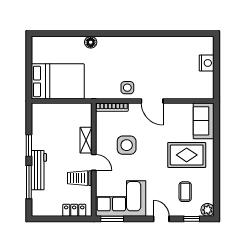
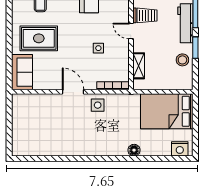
nightstand: (207, 63) -> (180, 149), moved, turned -90
stool: (42, 133) -> (182, 60), added
shelving: (86, 140) -> (139, 66), moved
side table: (127, 145) -> (98, 48), width x0.54, depth x0.54

